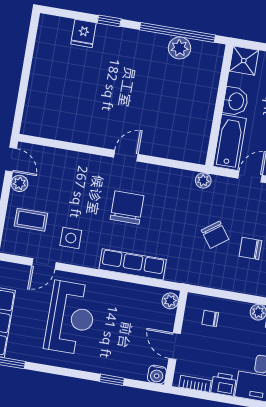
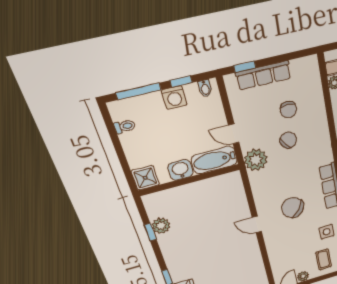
window: (177, 32) -> (150, 232), width x0.32
plant: (203, 181) -> (256, 160), width x1.88, depth x1.88
chair: (127, 207) -> (293, 208), turned 37

